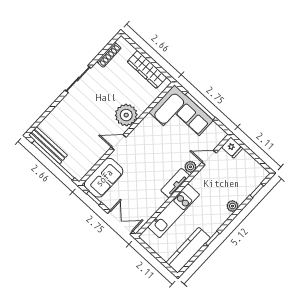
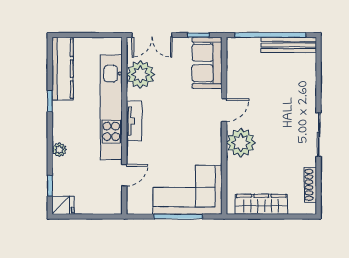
fridge: (232, 148) -> (63, 205), moved, turned 180
plant: (190, 167) -> (140, 74), moved, width x1.87, depth x1.87
kitchen unit: (174, 211) -> (111, 107), width x1.36

